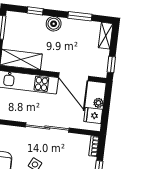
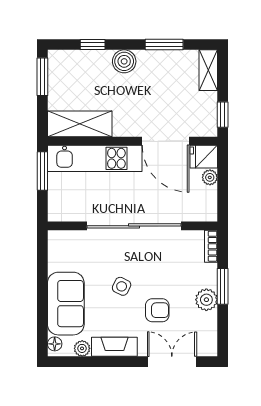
fridge: (93, 115) -> (204, 157), moved
sliding door: (47, 127) -> (134, 226), width x1.36

